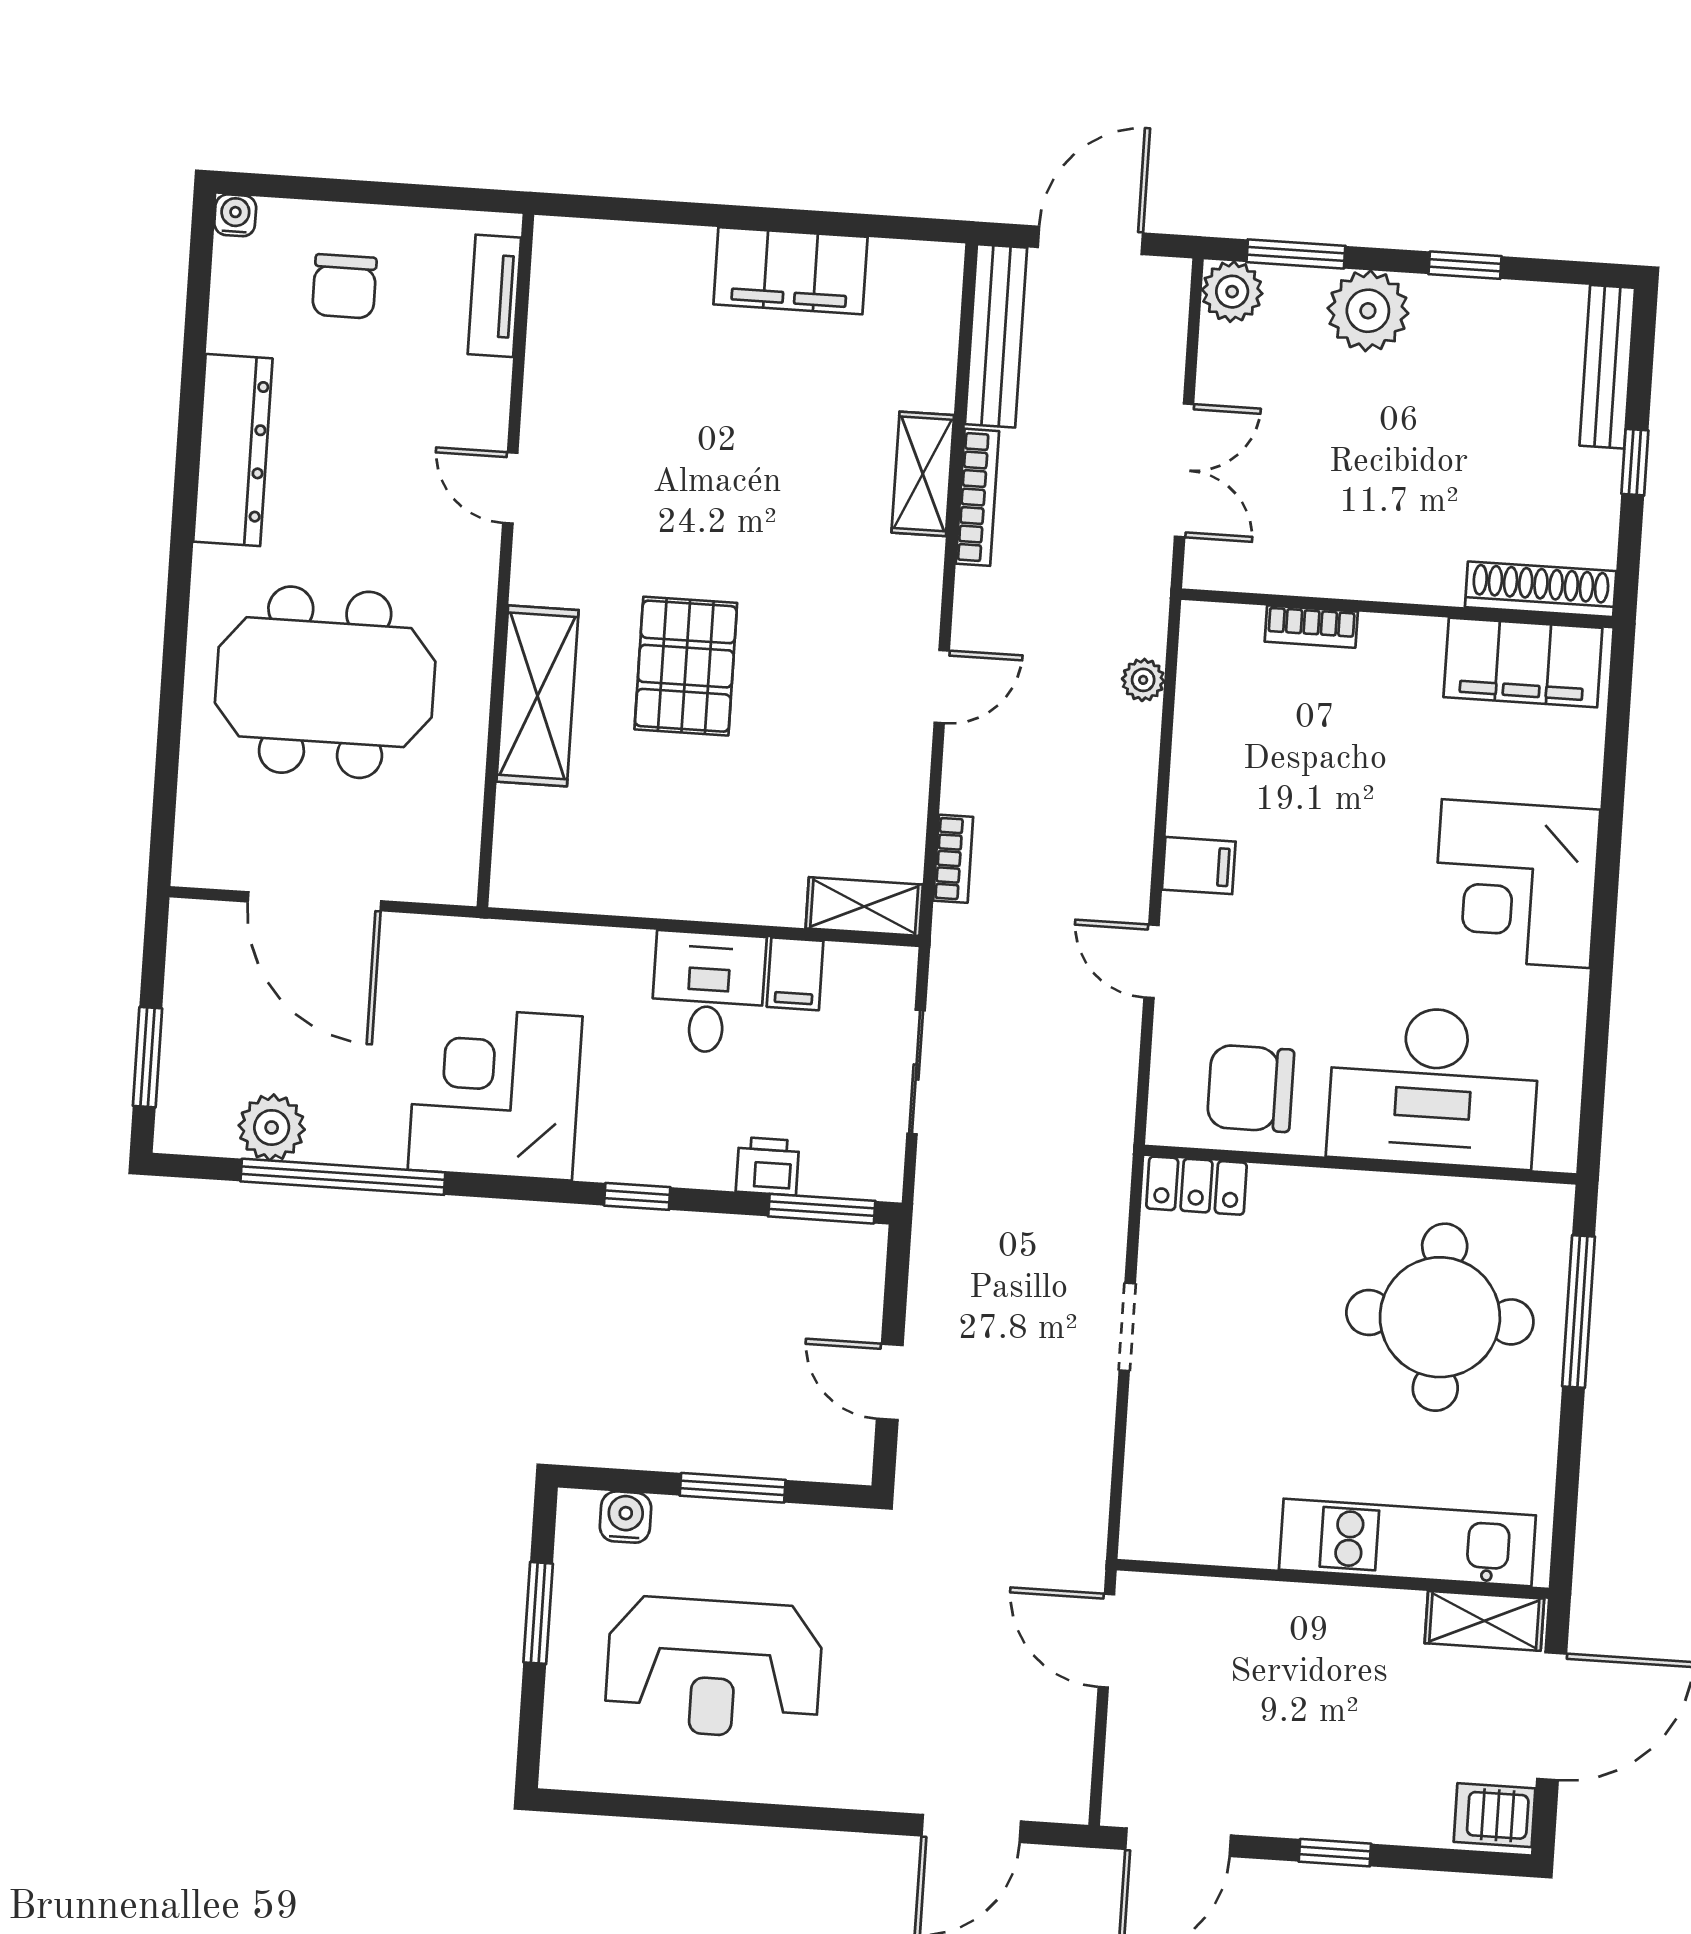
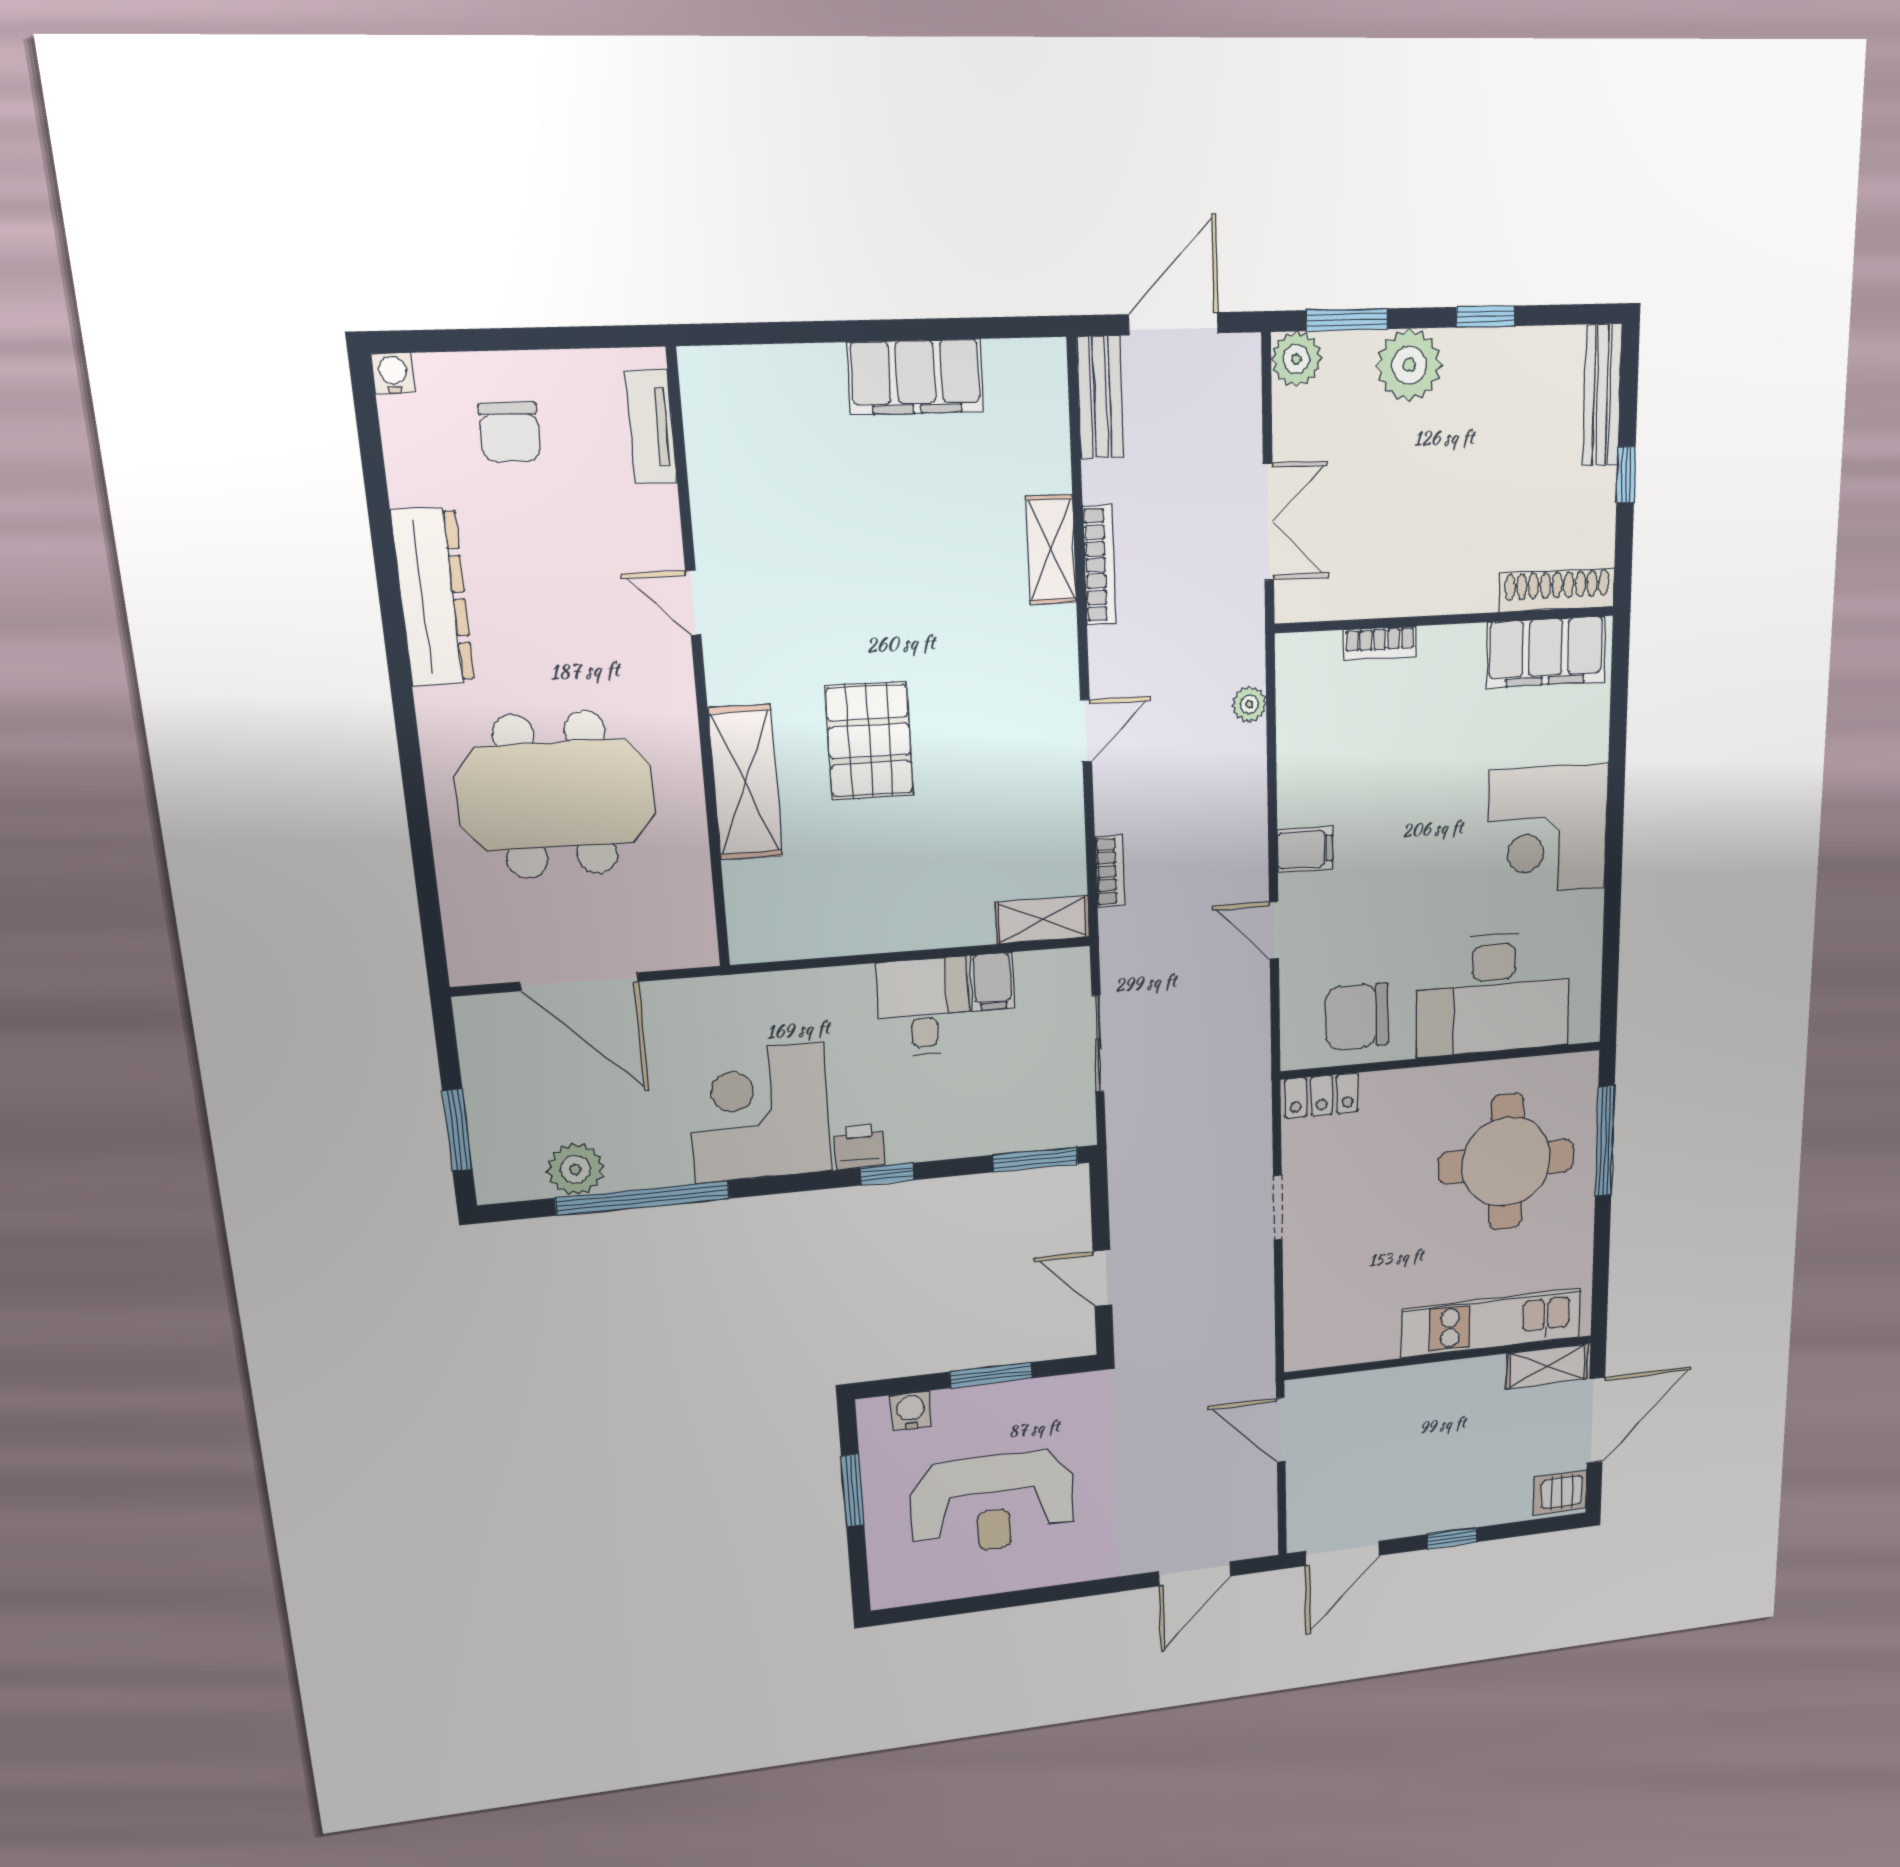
bench: (996, 336) -> (1100, 397), width x0.73
printer: (768, 1166) -> (859, 1147), moved

